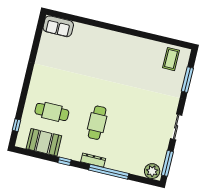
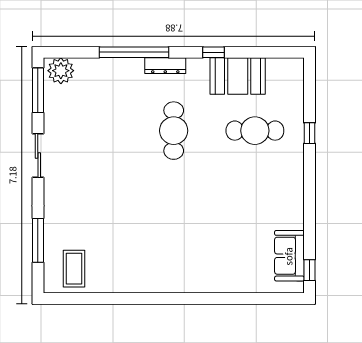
sofa: (58, 26) -> (289, 256), moved, turned -90
window: (40, 27) -> (309, 270), added
window: (17, 125) -> (309, 133), moved
booth: (44, 142) -> (238, 76), moved

